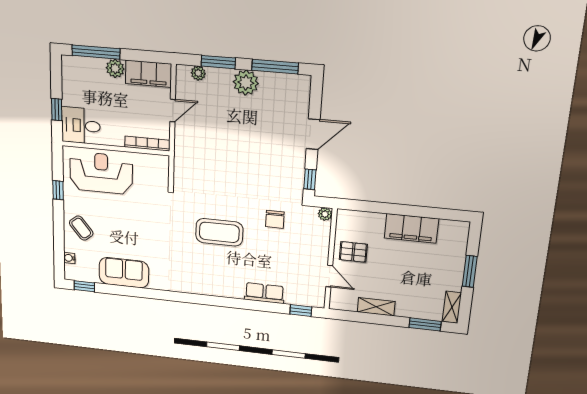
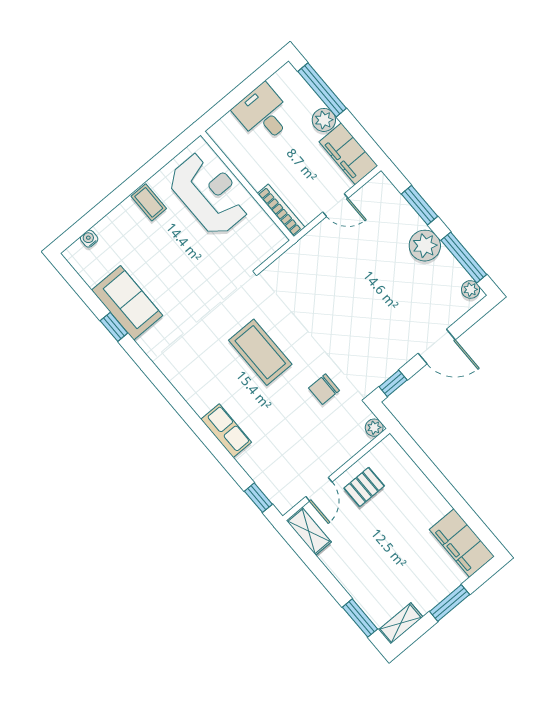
plant: (198, 73) -> (471, 289), moved
window: (57, 110) -> (231, 100), removed
desk: (81, 126) -> (263, 114), moved
window: (58, 190) -> (151, 168), removed
coffee table: (81, 228) -> (149, 202), moved, turned -51
filing cabinet: (411, 228) -> (462, 543), moved
pallet: (353, 252) -> (364, 487), turned 90
window: (84, 286) -> (114, 327), moved
row of seats: (264, 293) -> (226, 431), moved
shelving: (376, 307) -> (309, 531), moved

